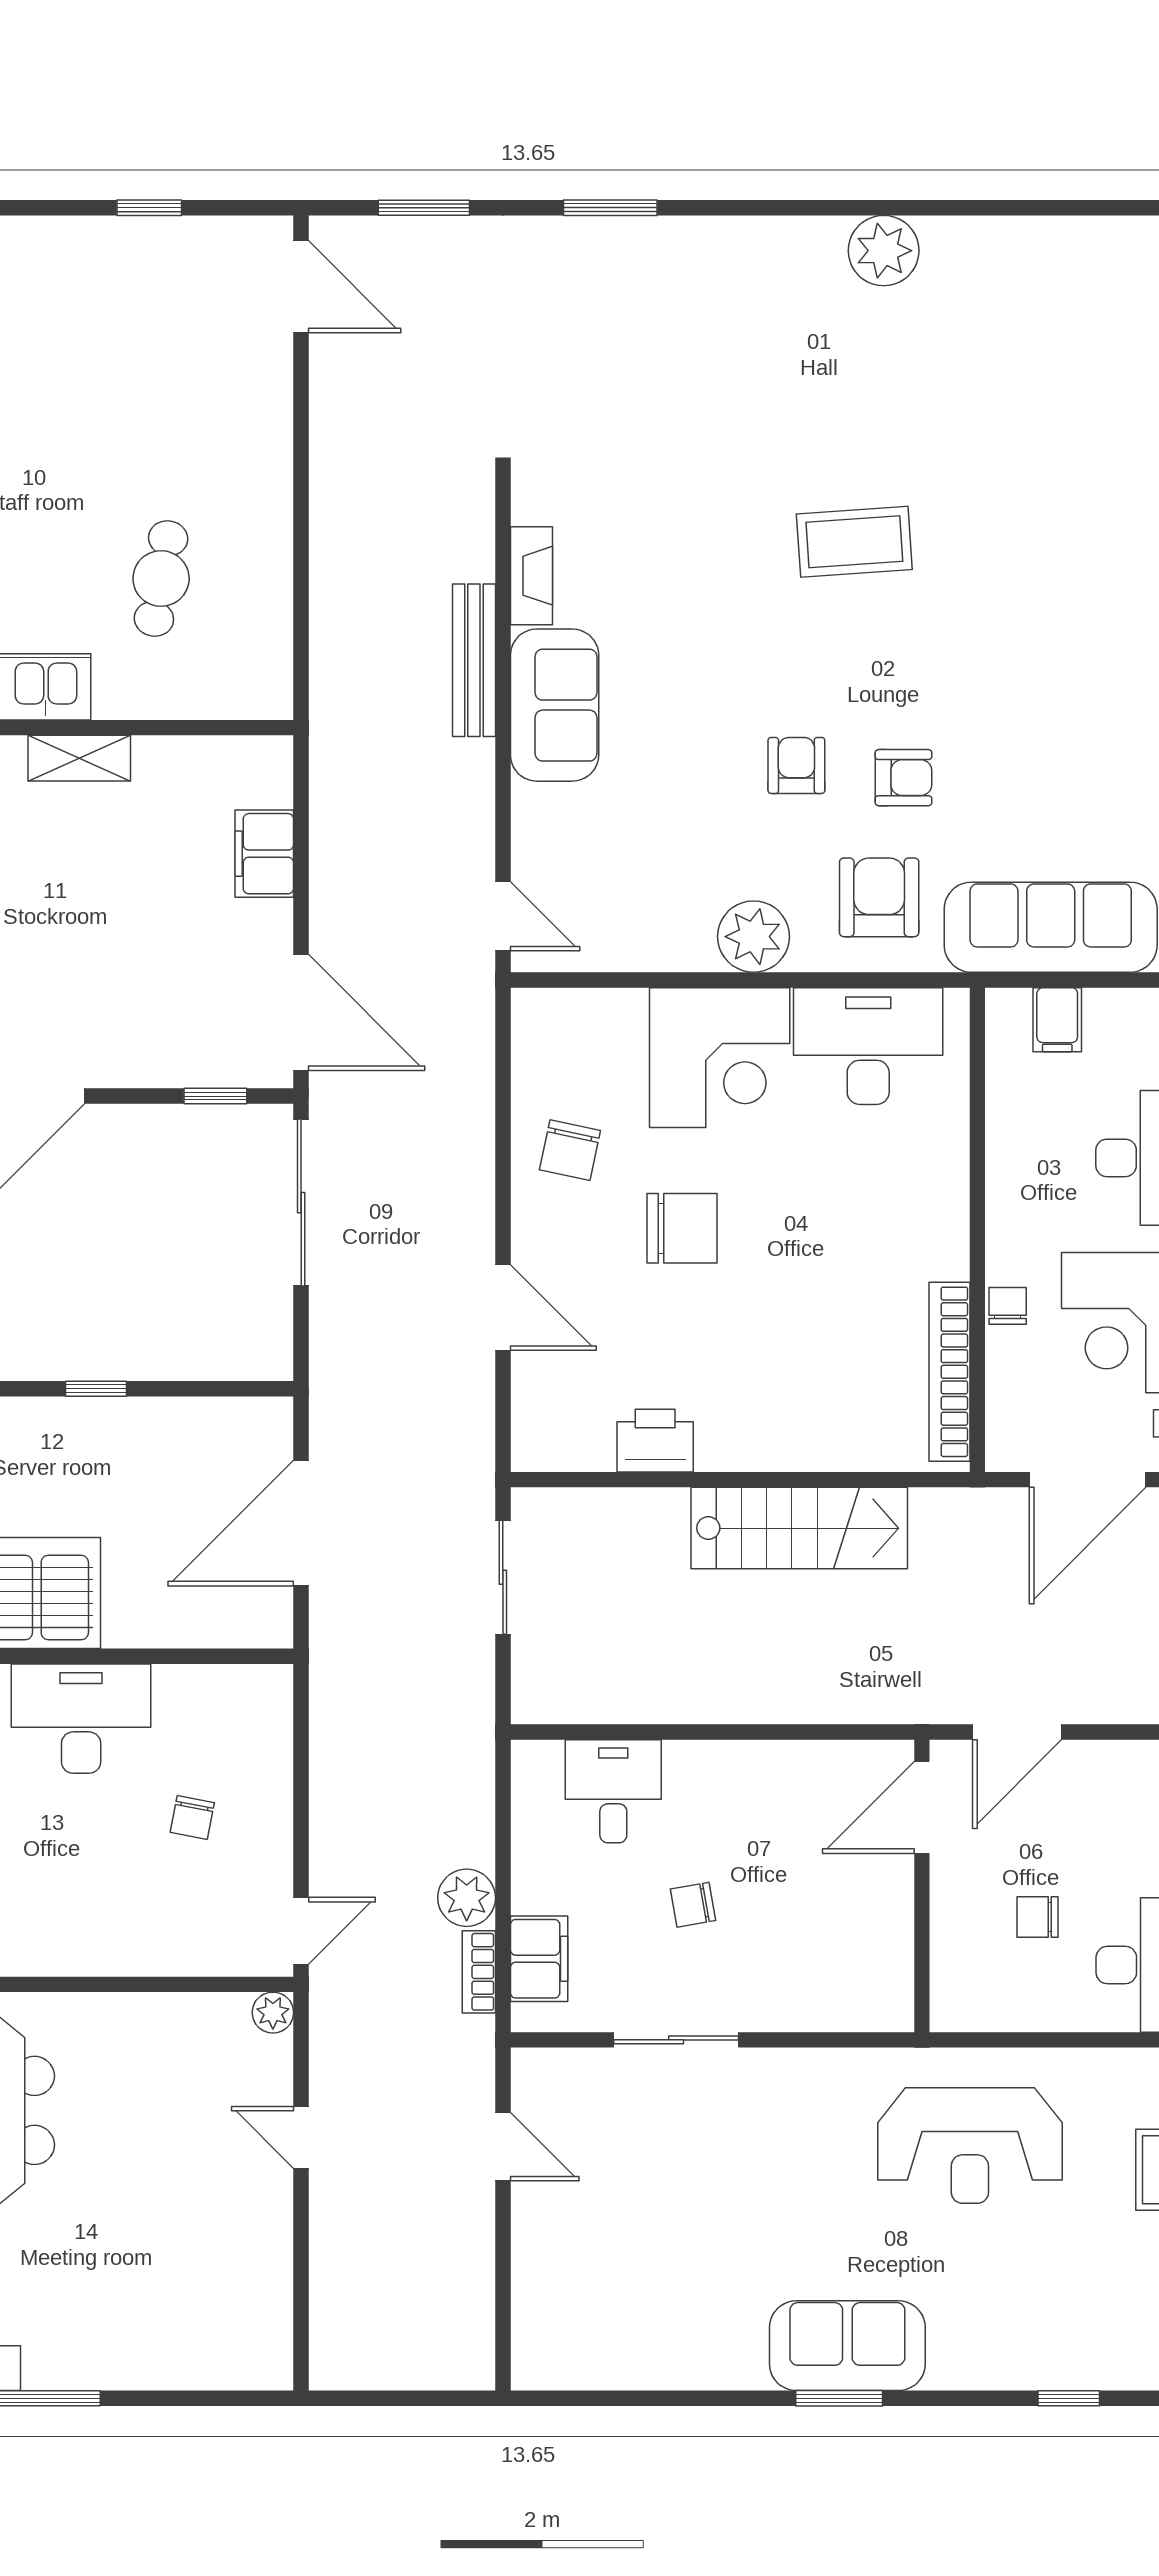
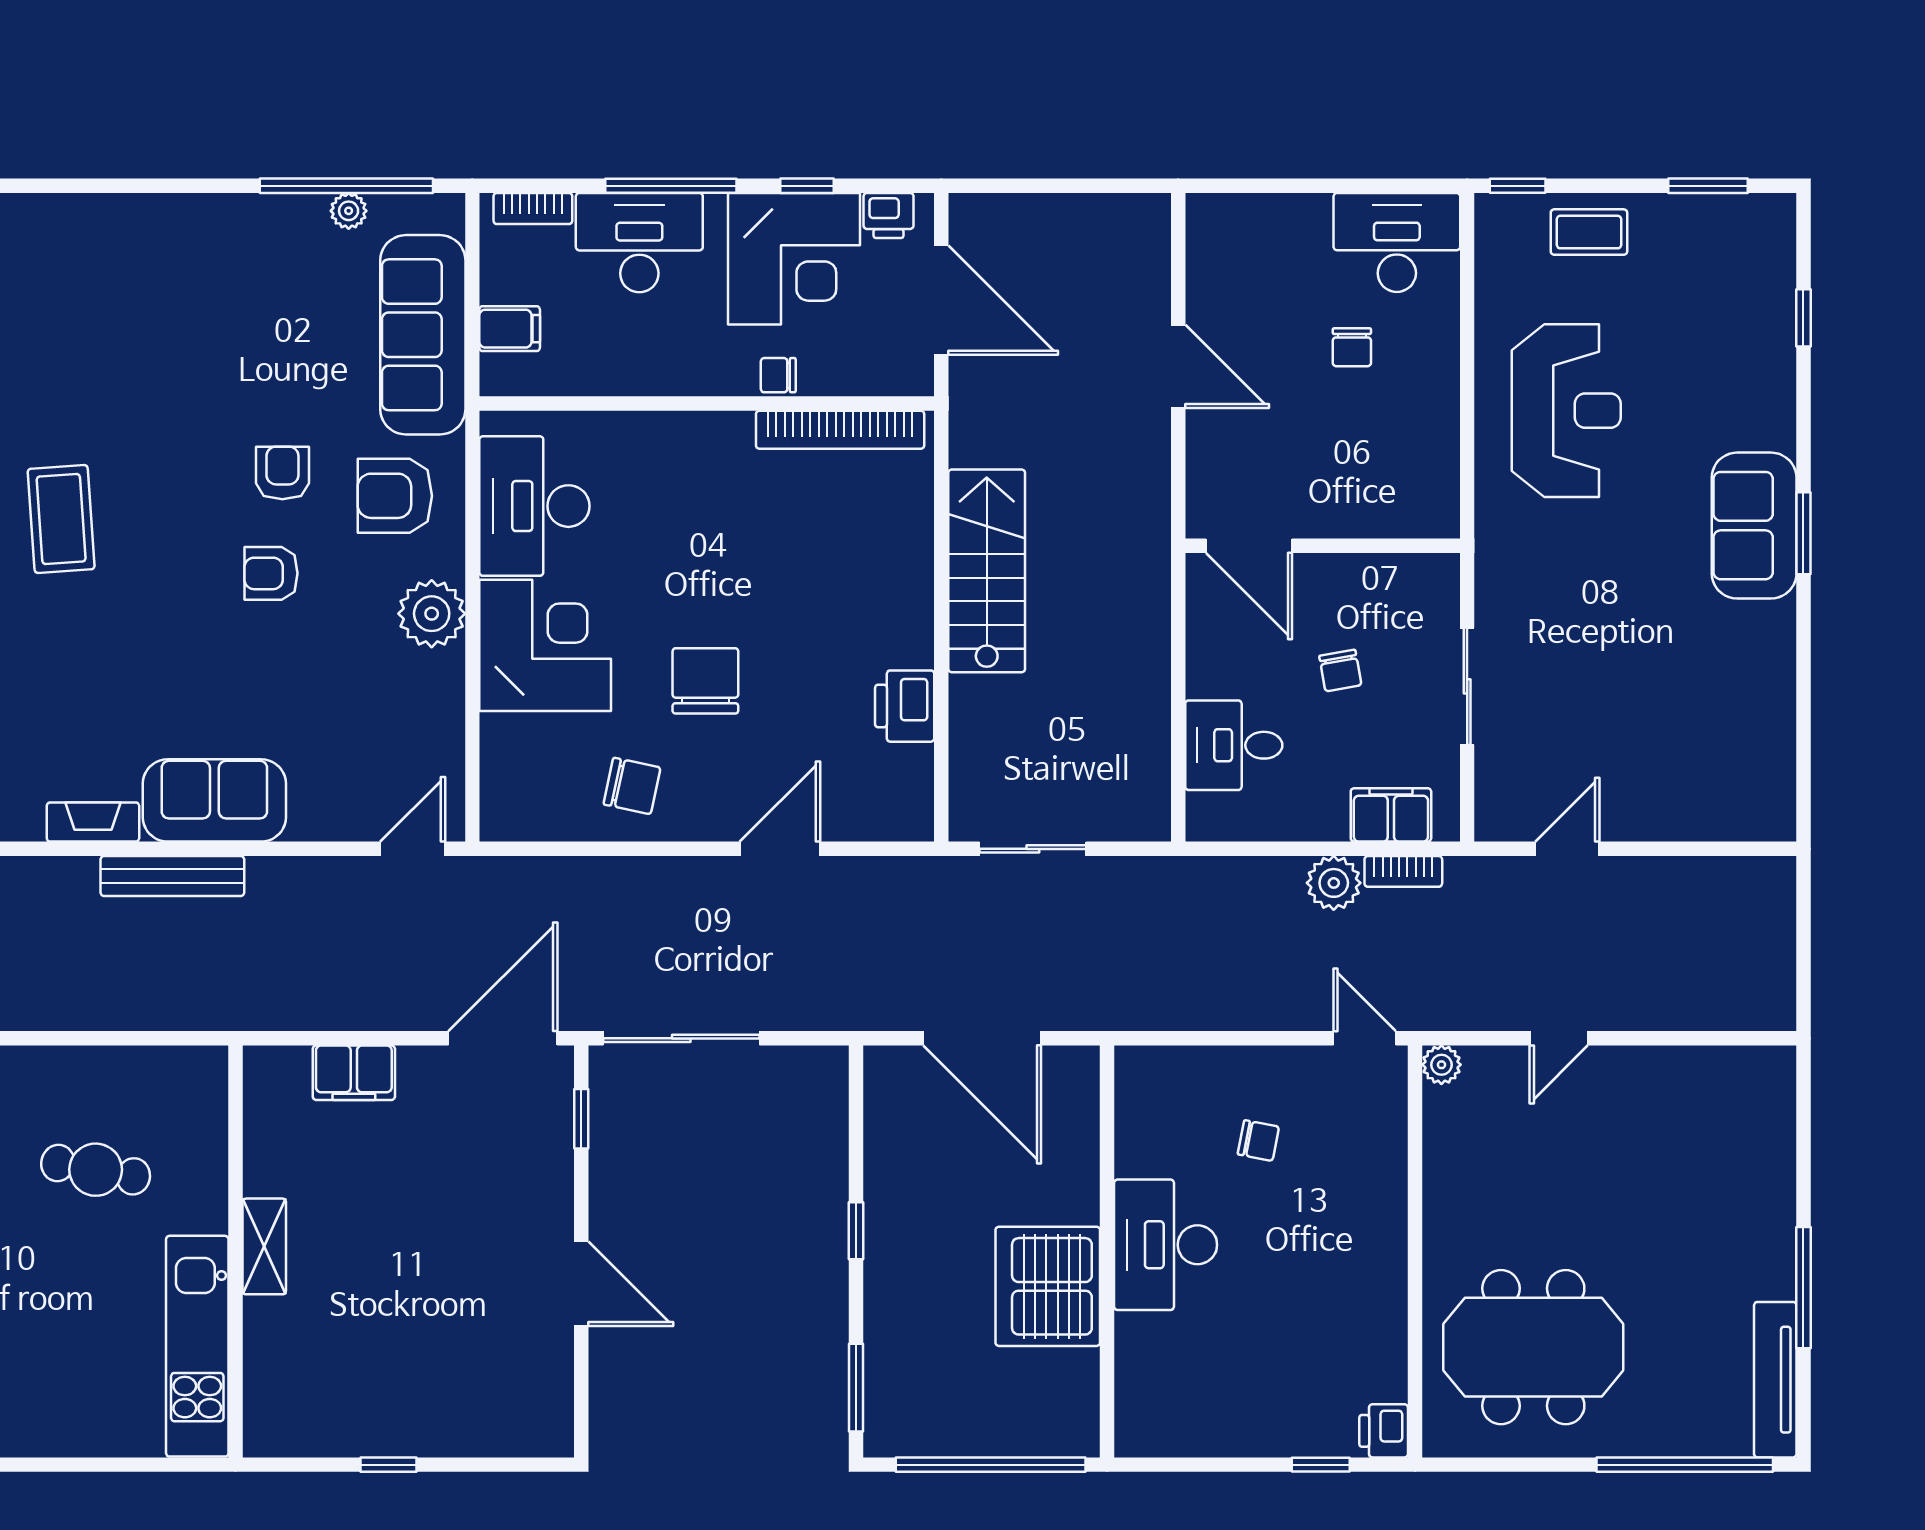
door: (922, 1807) -> (1249, 546), moved
wall: (922, 1886) -> (1323, 546), moved

